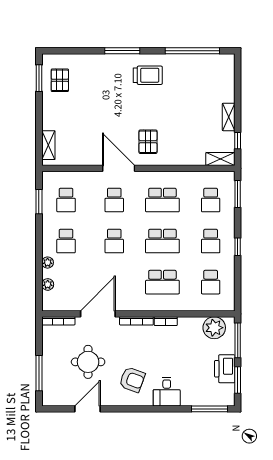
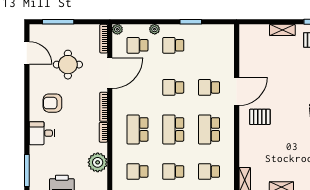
shelving: (48, 145) -> (282, 30), moved
school desk: (66, 200) -> (137, 45), moved
window: (39, 202) -> (191, 22), moved
plant: (48, 284) -> (117, 29), moved
door: (98, 314) -> (110, 73), hinge flipped
plant: (214, 328) -> (98, 162), moved
armchair: (132, 380) -> (52, 103), turned 70
door: (88, 409) -> (27, 53), moved

